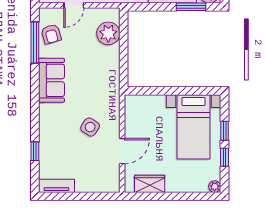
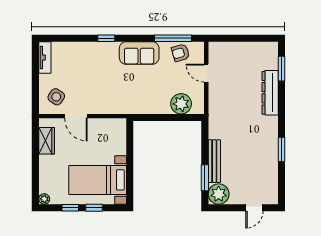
side table: (90, 127) -> (56, 97), moved
window: (35, 151) -> (106, 38), moved

